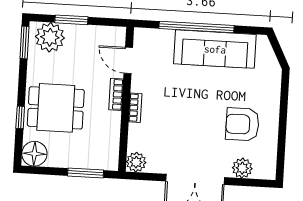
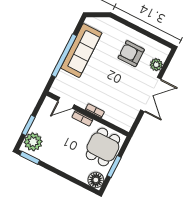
dining table: (56, 108) -> (103, 147), moved
window: (20, 117) -> (71, 179), removed
armchair: (242, 124) -> (131, 54), turned 90
plant: (136, 162) -> (126, 124), removed
window: (86, 173) -> (114, 166), moved

